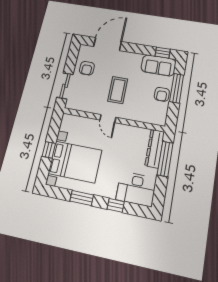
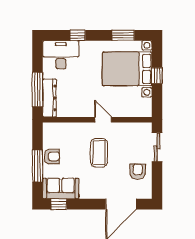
armchair: (162, 94) -> (52, 156), turned 90
window: (82, 198) -> (123, 35), moved

